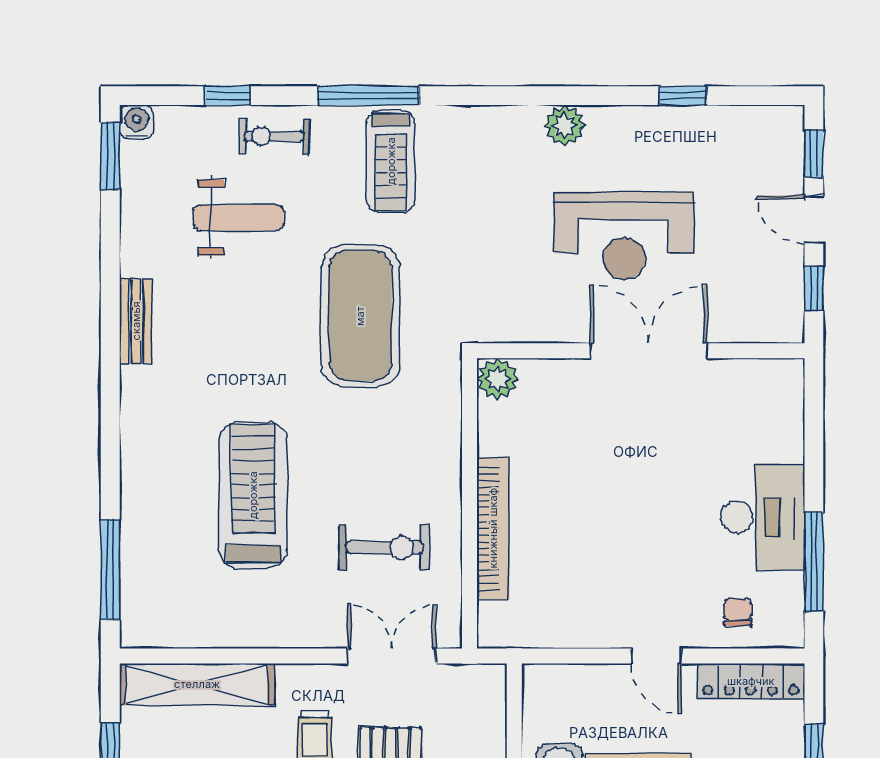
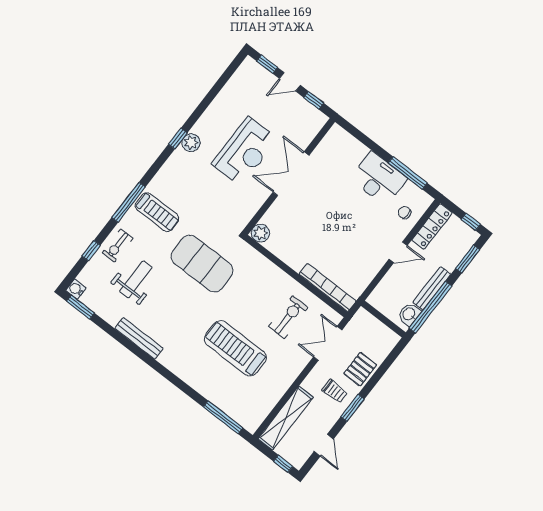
window: (683, 96) -> (178, 139), moved
bench: (136, 321) -> (139, 338), width x1.36
bookcase: (493, 528) -> (328, 288), moved

